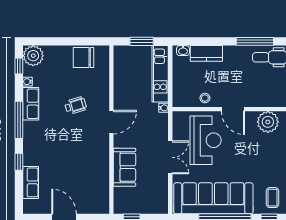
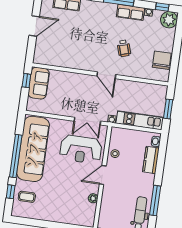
plant: (268, 122) -> (93, 198), width x0.53, depth x0.53
double door: (170, 157) -> (87, 121), moved
sofa: (124, 167) -> (39, 83), moved, turned -90

